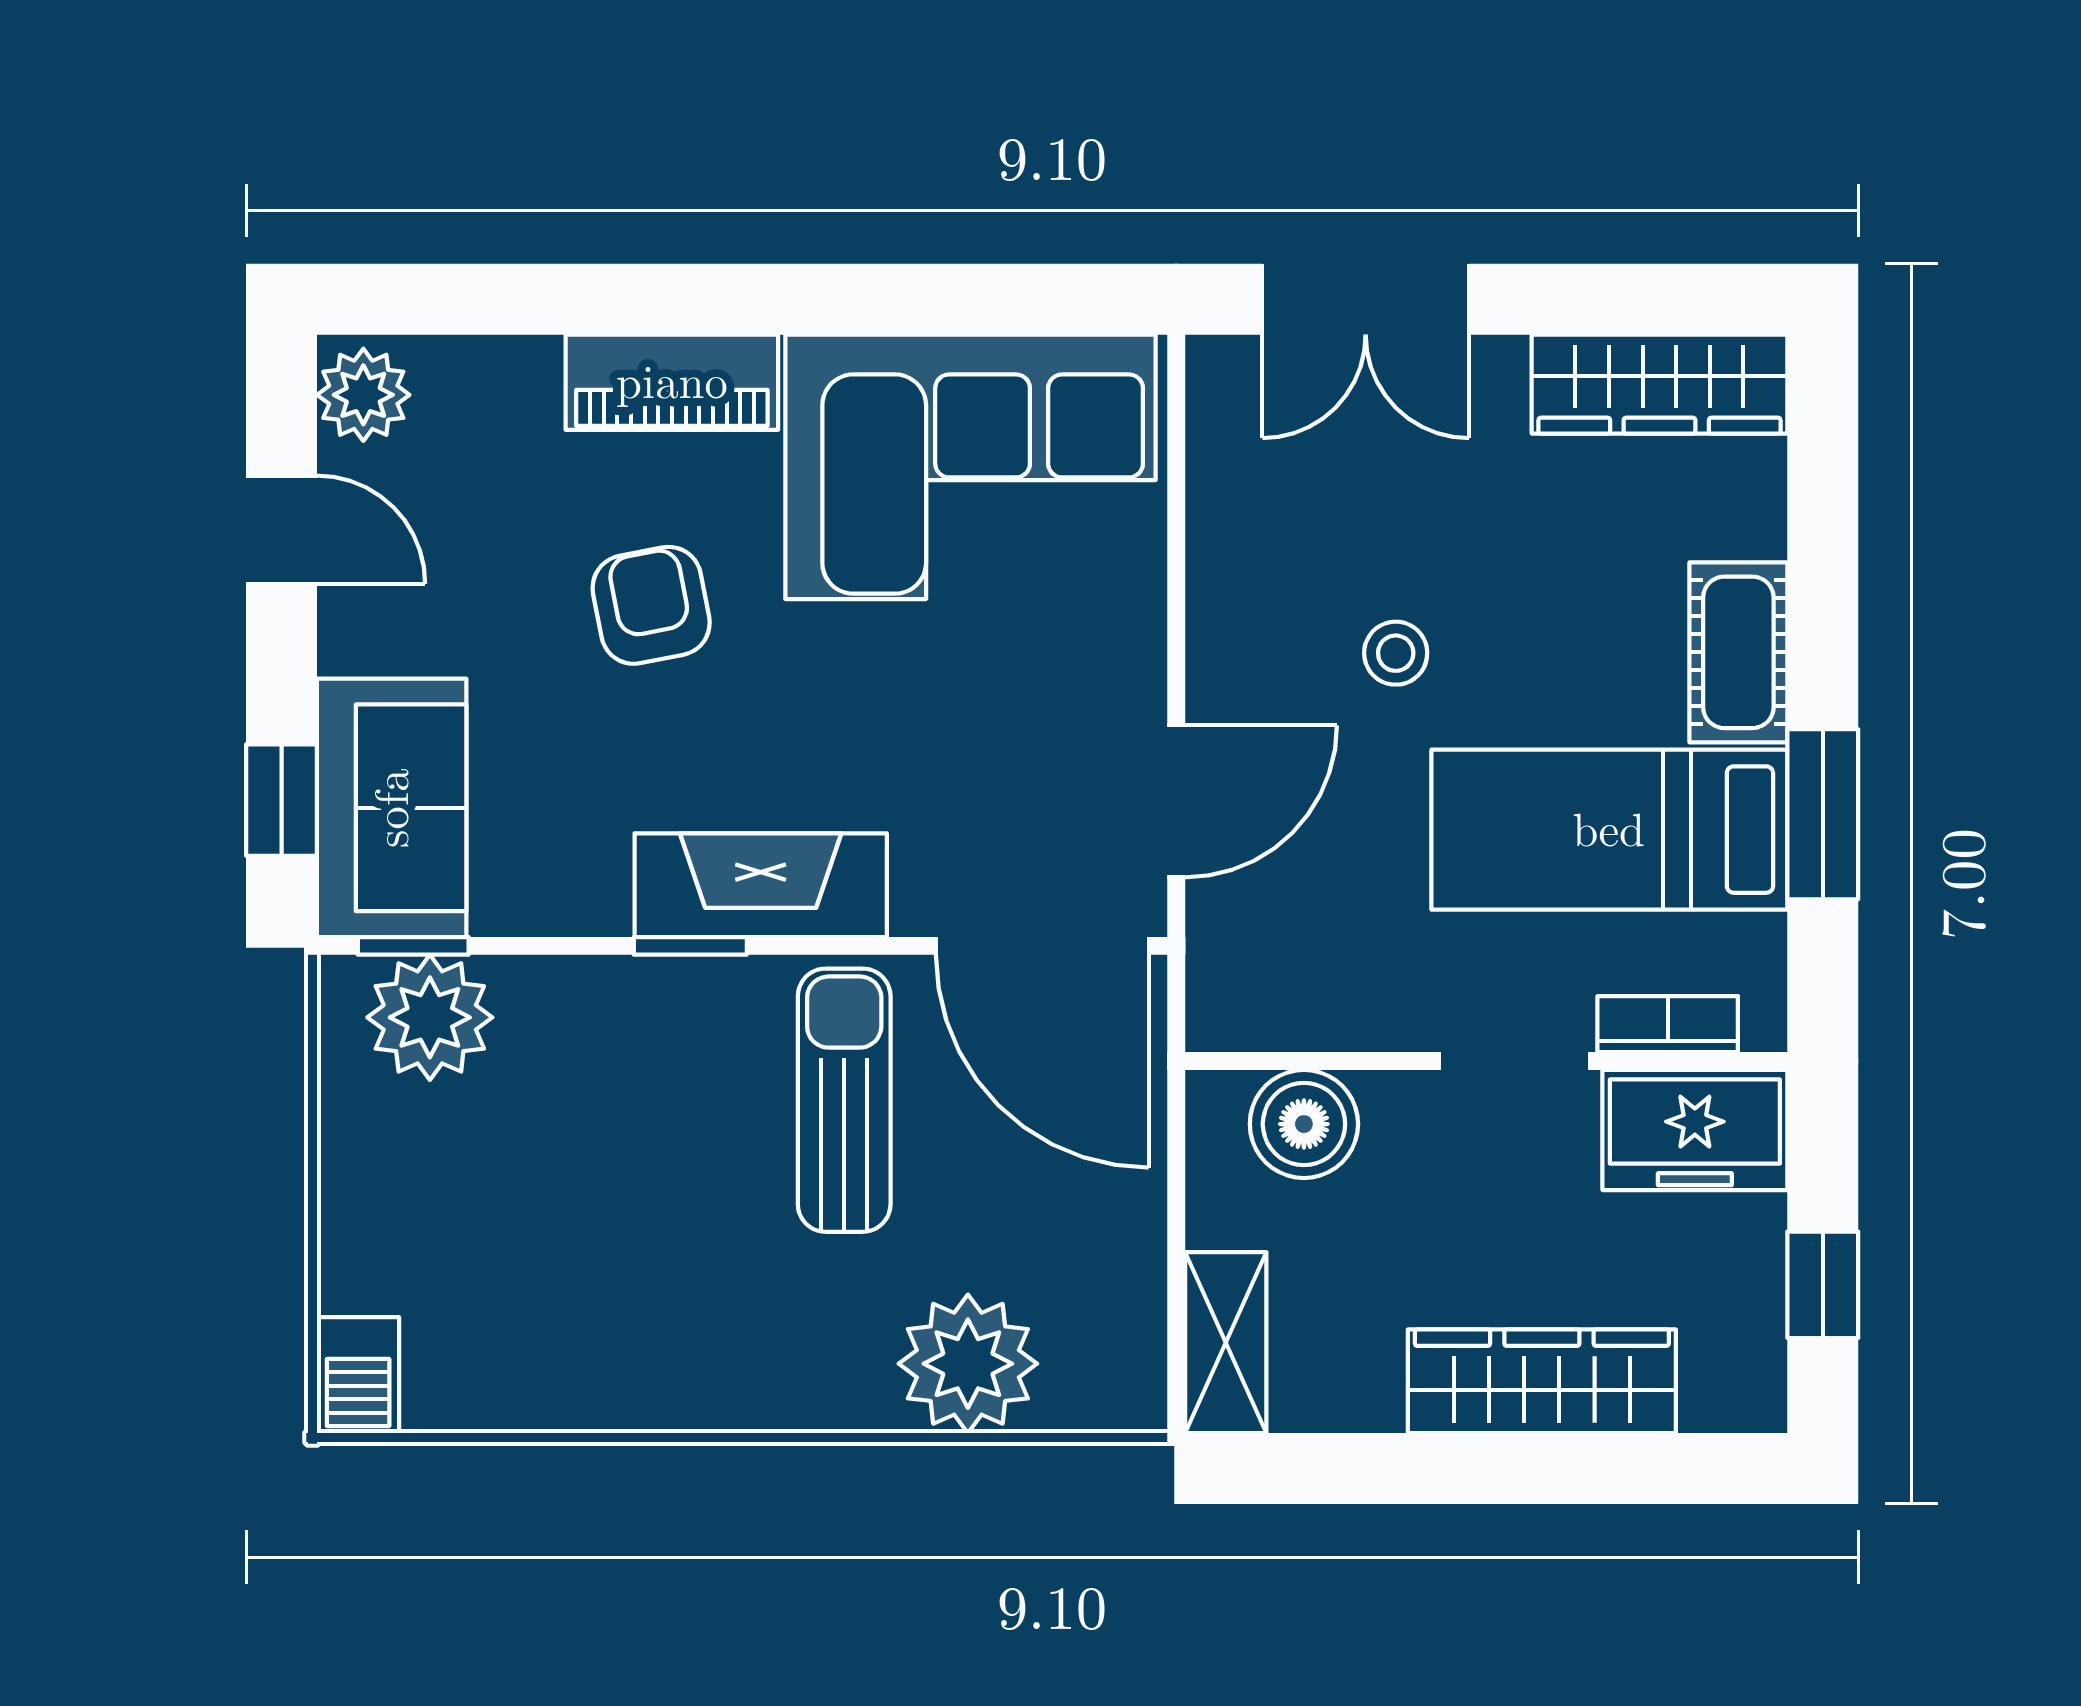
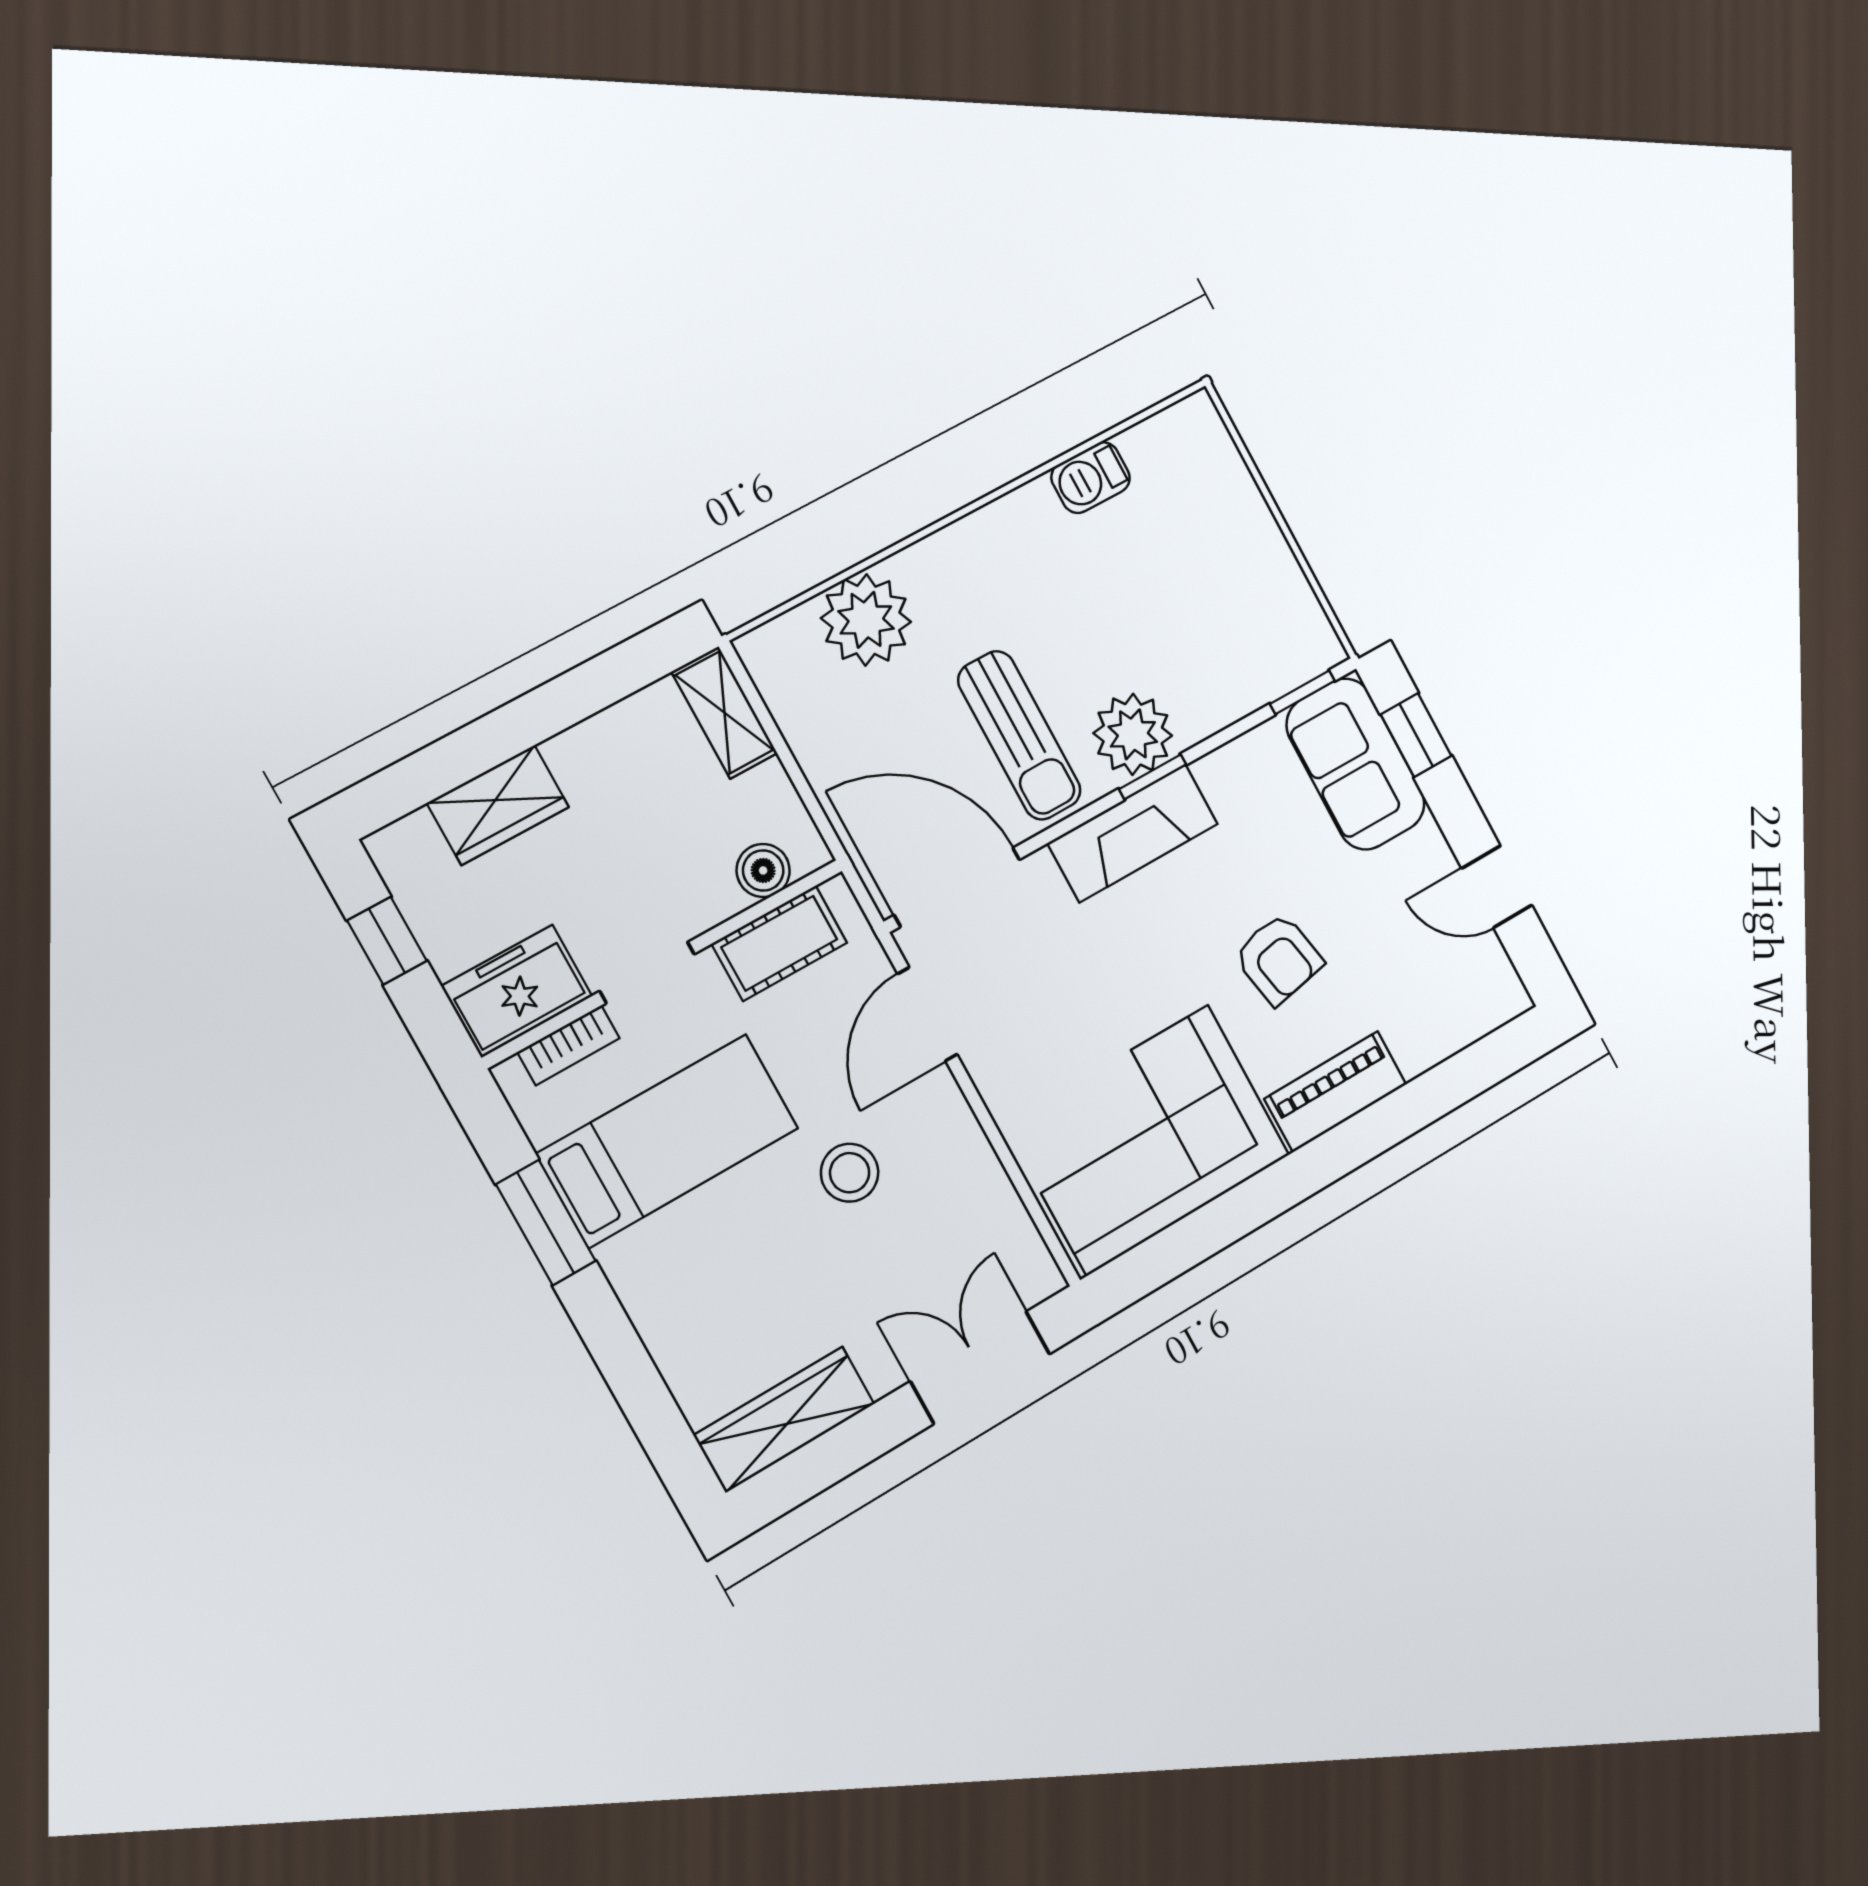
plant: (363, 395) -> (1494, 987), removed
cot: (1738, 652) -> (779, 943), moved, turned 90
stool: (1396, 653) -> (850, 1173), width x1.37, depth x1.37
plant: (430, 1017) -> (1133, 734), moved
boiler: (1304, 1124) -> (763, 870), width x0.73, depth x0.73
barbecue: (358, 1375) -> (1091, 478), moved, turned -90
wardrobe: (1542, 1381) -> (498, 805), width x0.67

